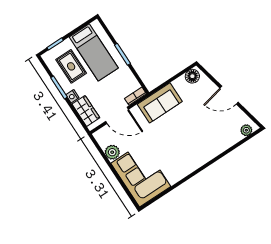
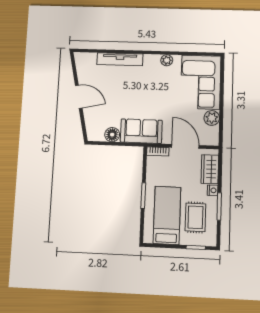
floor lamp: (192, 76) -> (112, 135), moved
plant: (246, 130) -> (167, 60), moved
tv unit: (218, 148) -> (120, 59), added

